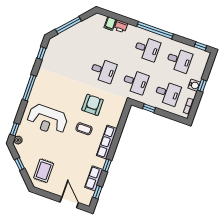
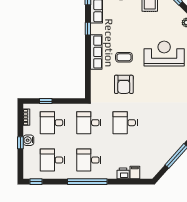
window: (149, 108) -> (46, 101), moved

